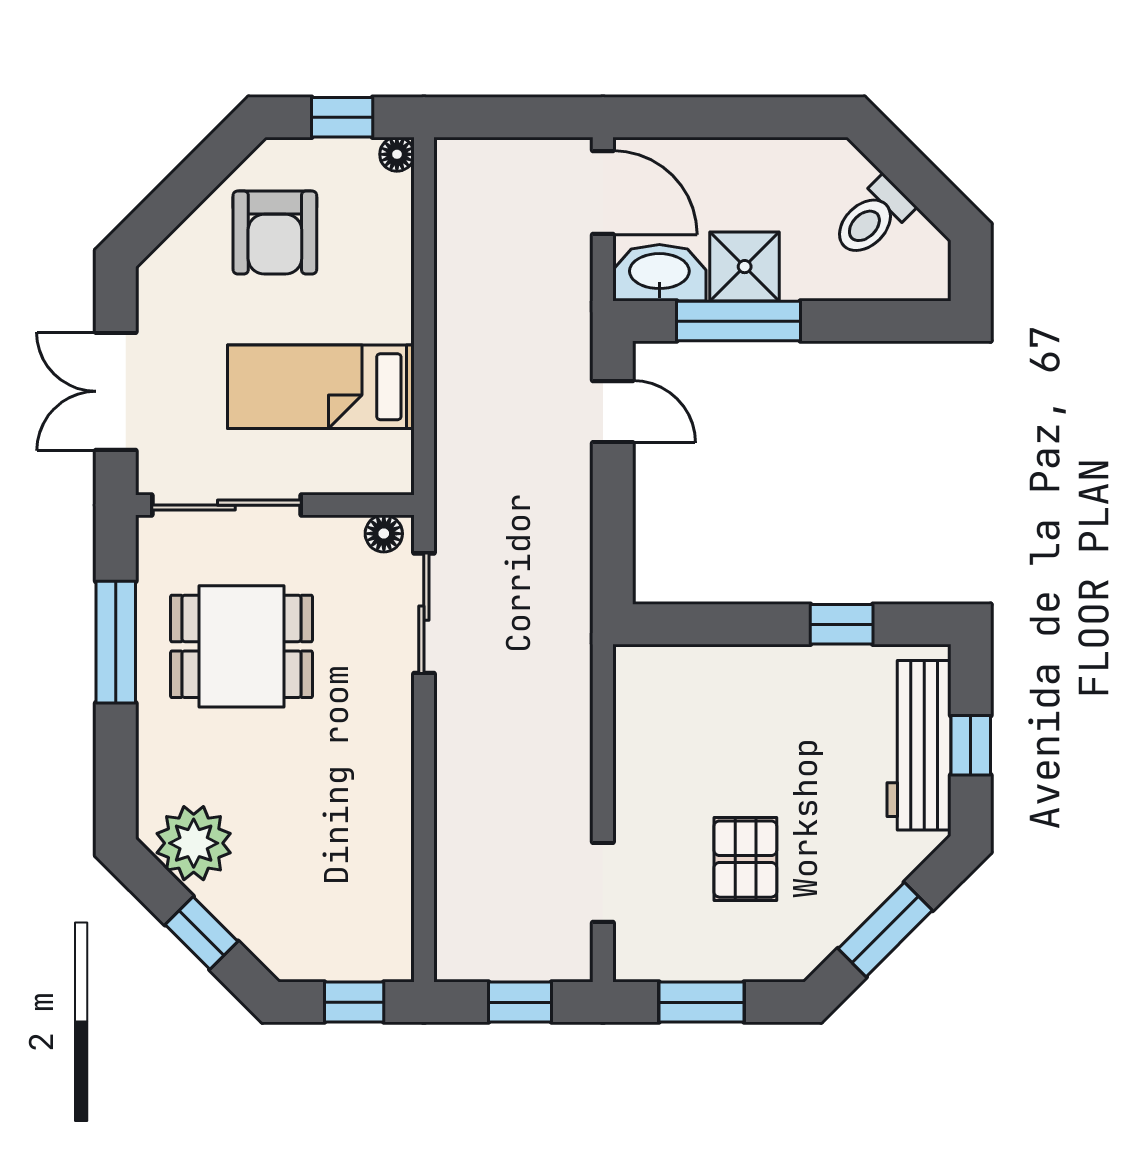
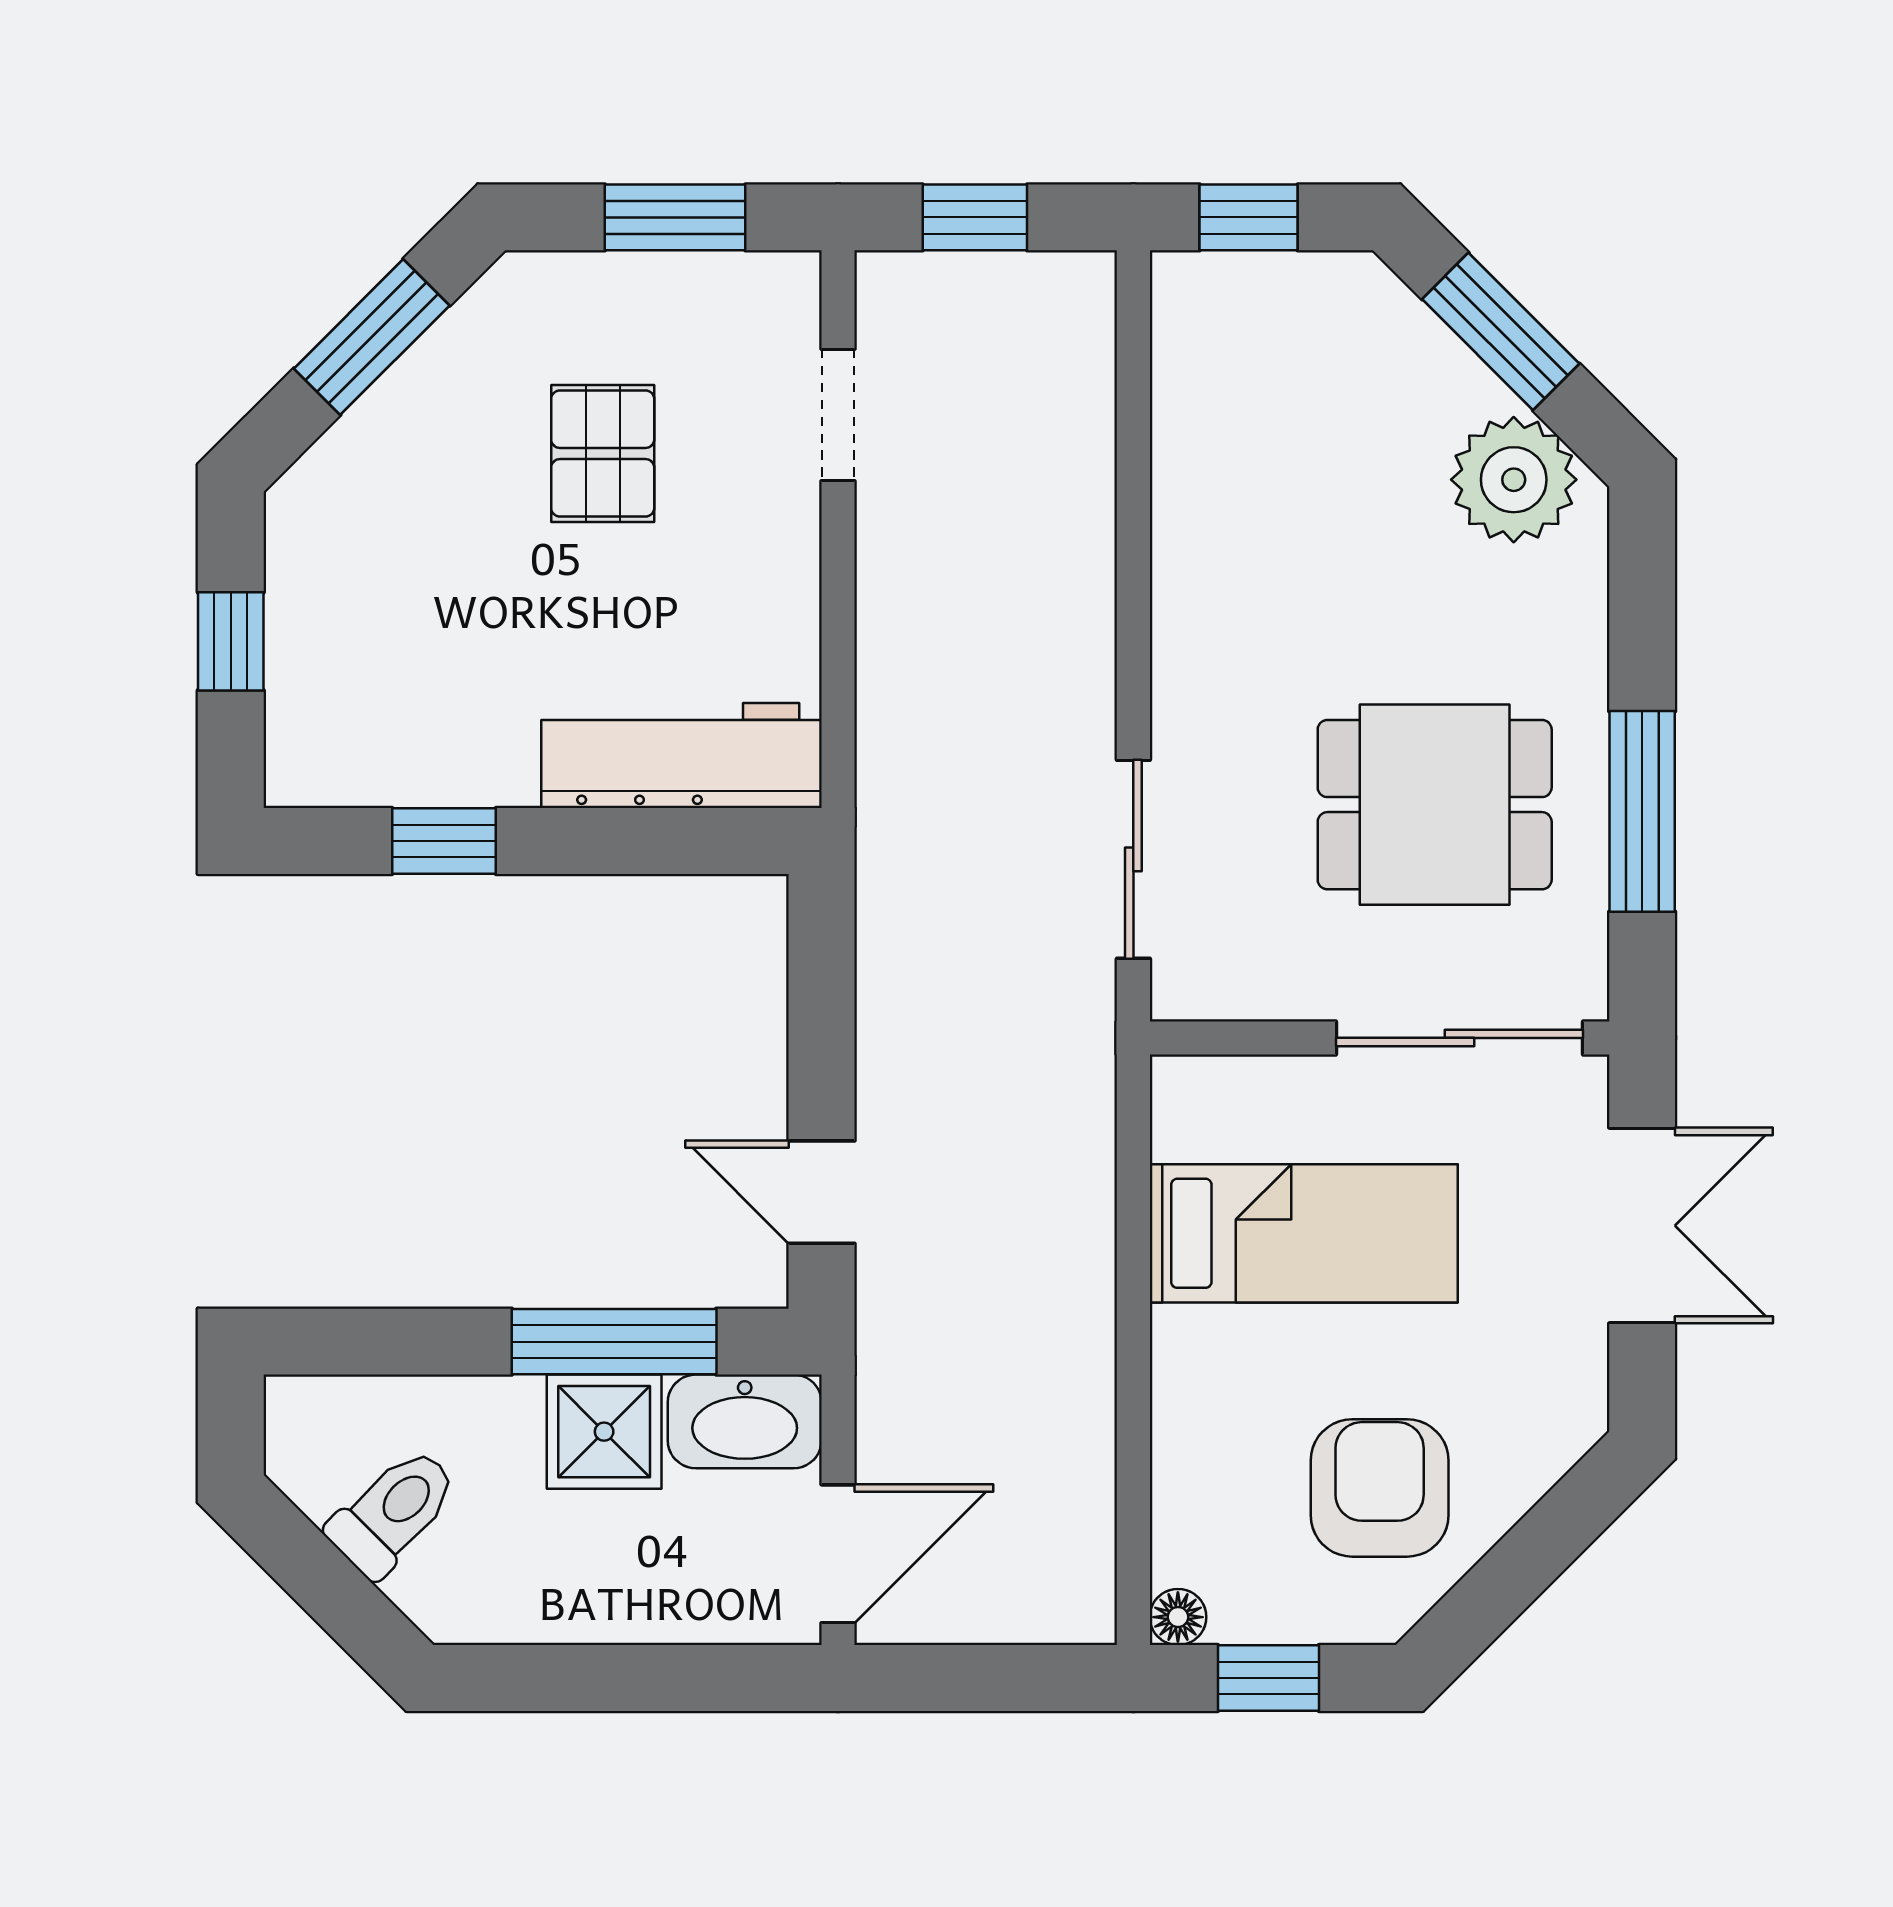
door: (603, 193) -> (838, 1554), swing flipped
floor lamp: (384, 534) -> (1200, 991), removed
workbench: (919, 745) -> (682, 756), moved, turned -90
window: (202, 933) -> (1501, 331), width x1.50

